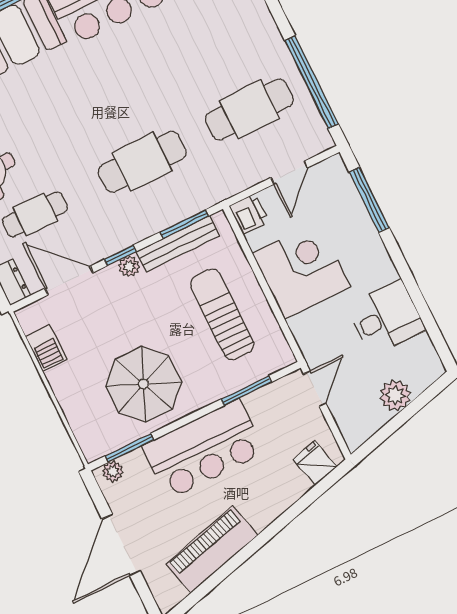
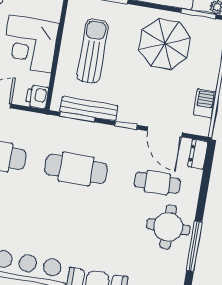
plant: (129, 266) -> (125, 116), removed
sun lounger: (222, 314) -> (93, 51), turned 180

